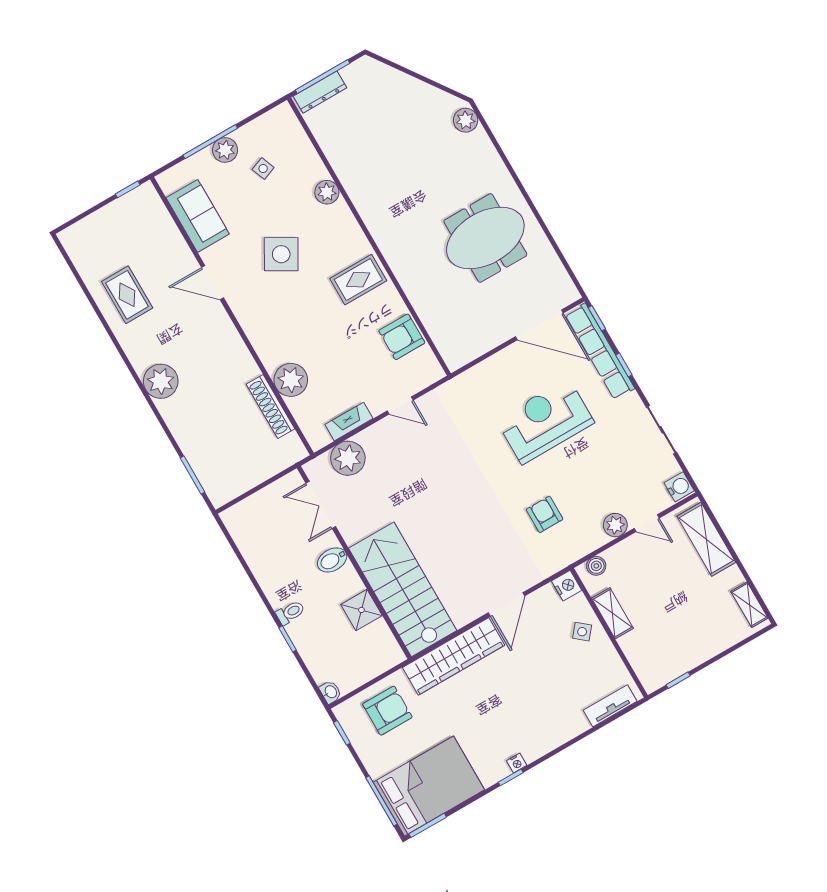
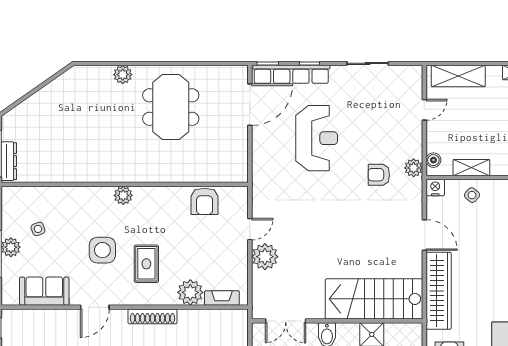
plant: (466, 120) -> (123, 75), moved
plant: (327, 192) -> (123, 195), moved
side table: (281, 254) -> (102, 250), turned -30
rug: (358, 280) -> (146, 264), moved
shoe rack: (271, 406) -> (153, 316), moved
reception desk: (545, 421) -> (317, 138), turned 180
fireplace: (349, 422) -> (222, 298), moved, turned 90
plant: (348, 458) -> (265, 257), moved
water cooler: (679, 487) -> (413, 74), removed
plant: (615, 525) -> (414, 168), moved

